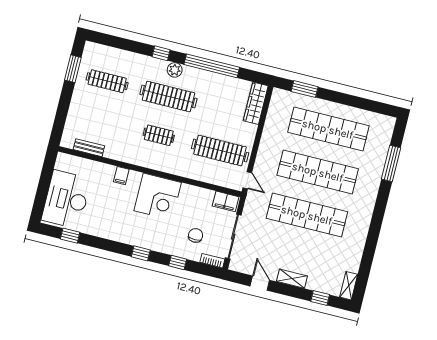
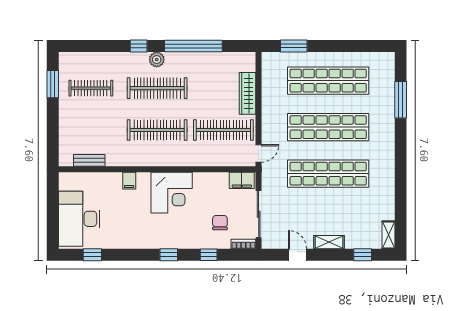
wardrobe: (256, 103) -> (248, 93), moved
clothes rail: (159, 135) -> (157, 130), width x1.86, depth x1.31
door: (247, 180) -> (259, 153), hinge flipped

